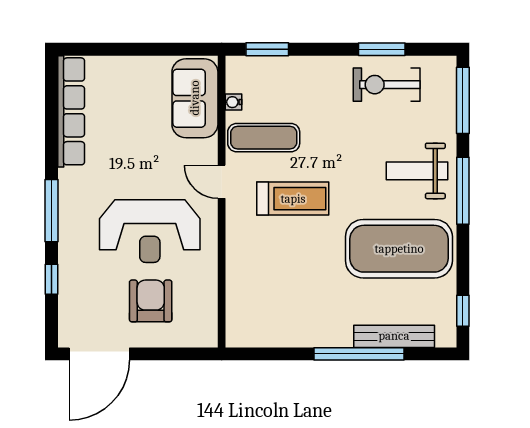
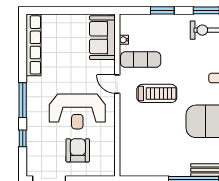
window: (267, 49) -> (162, 10), moved

